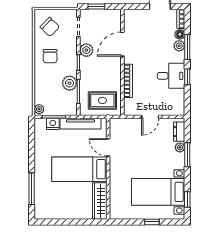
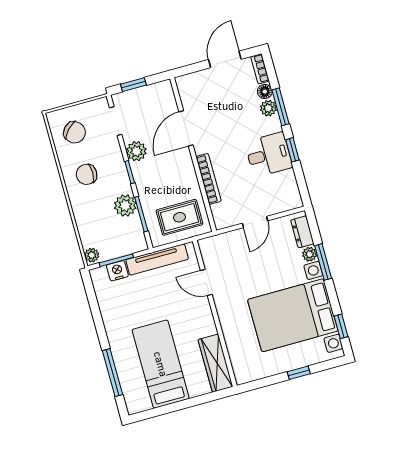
chair: (50, 56) -> (87, 174), turned 90
bed: (79, 169) -> (161, 364), moved, turned 90
bed with nightstands: (158, 192) -> (293, 315), width x1.36

